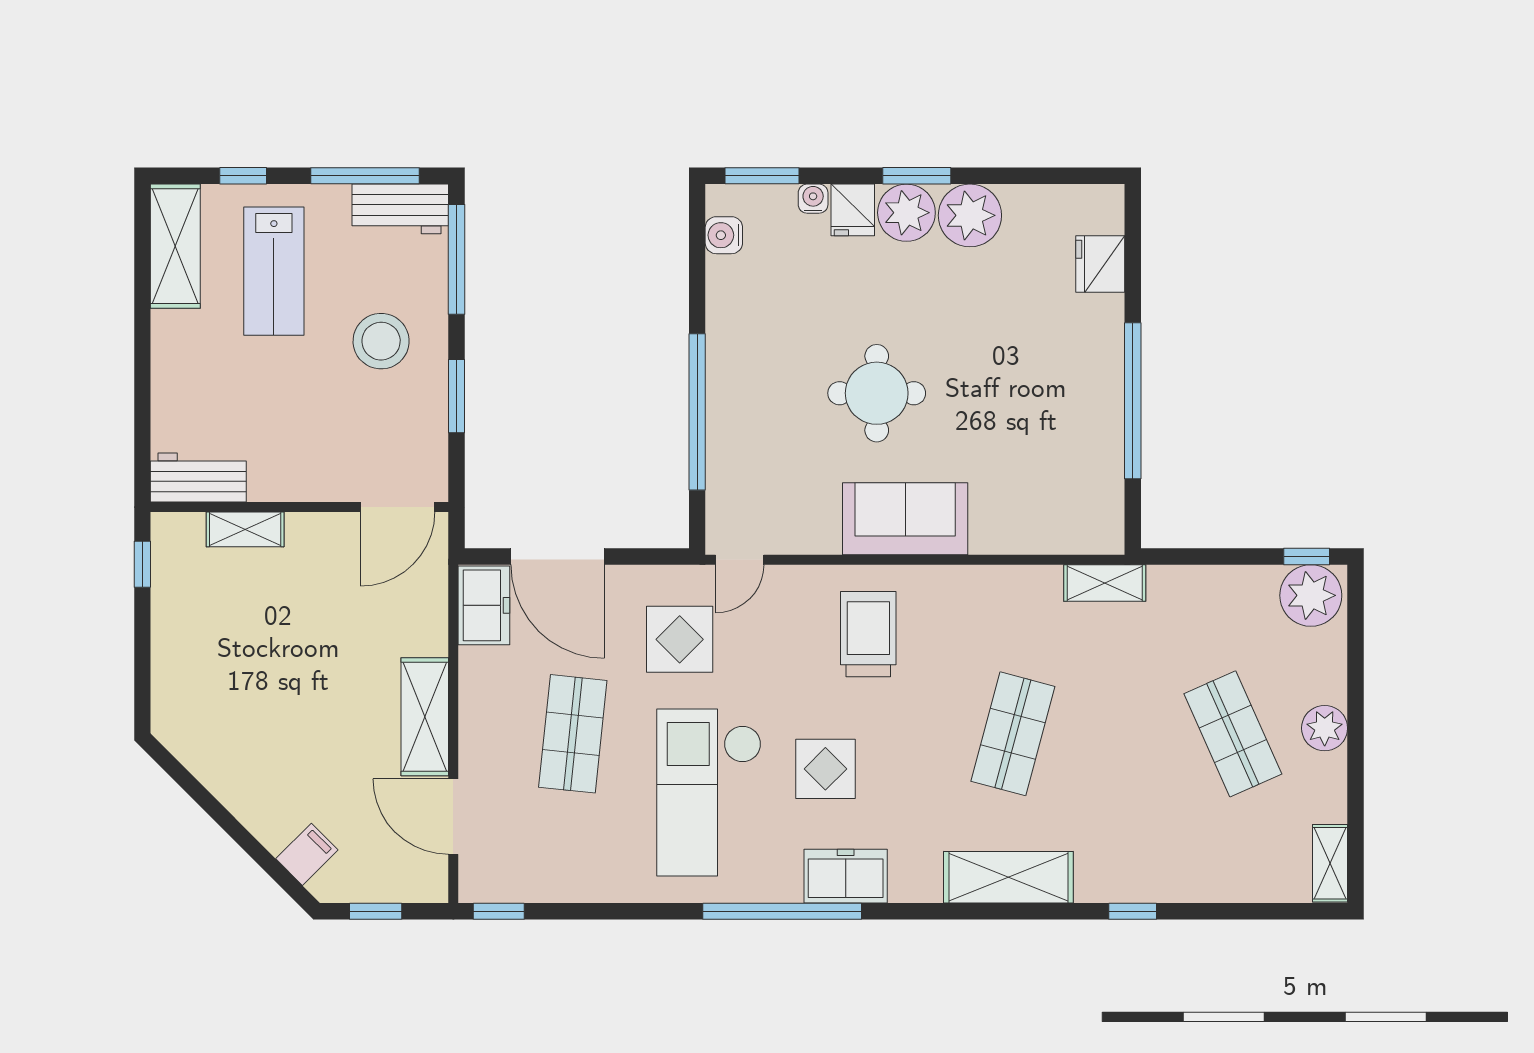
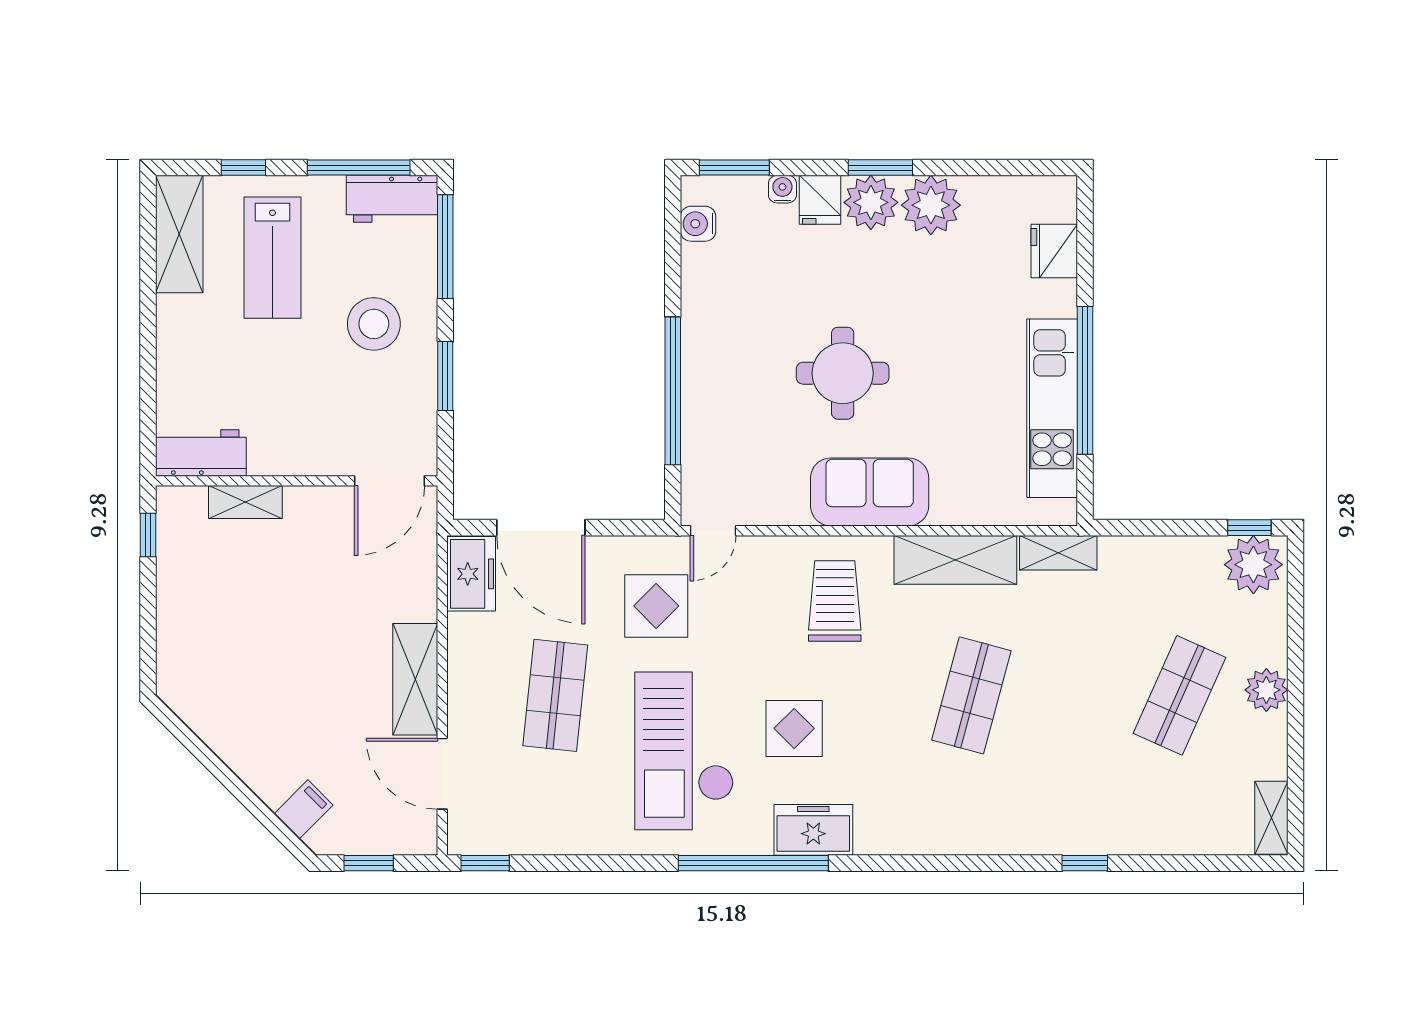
kitchen unit: (1098, 430) -> (1052, 408), added
shop shelf: (1233, 734) -> (1180, 695), turned 48
shelving: (1008, 877) -> (955, 560), moved

